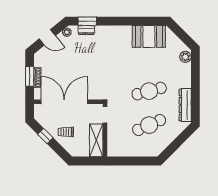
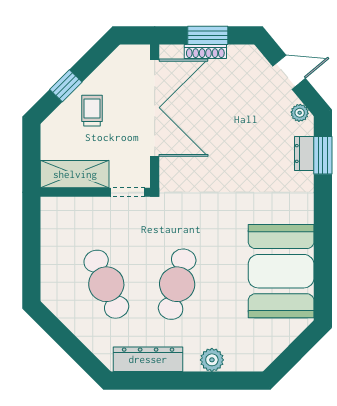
booth: (149, 36) -> (281, 271), width x1.36, depth x1.42
door: (47, 37) -> (289, 72), swing flipped
plant: (185, 57) -> (212, 360), moved
cafe table: (149, 91) -> (177, 284), turned 30
window: (45, 136) -> (66, 86), moved

